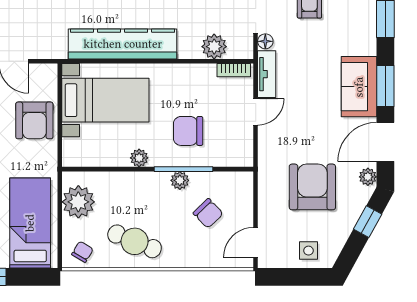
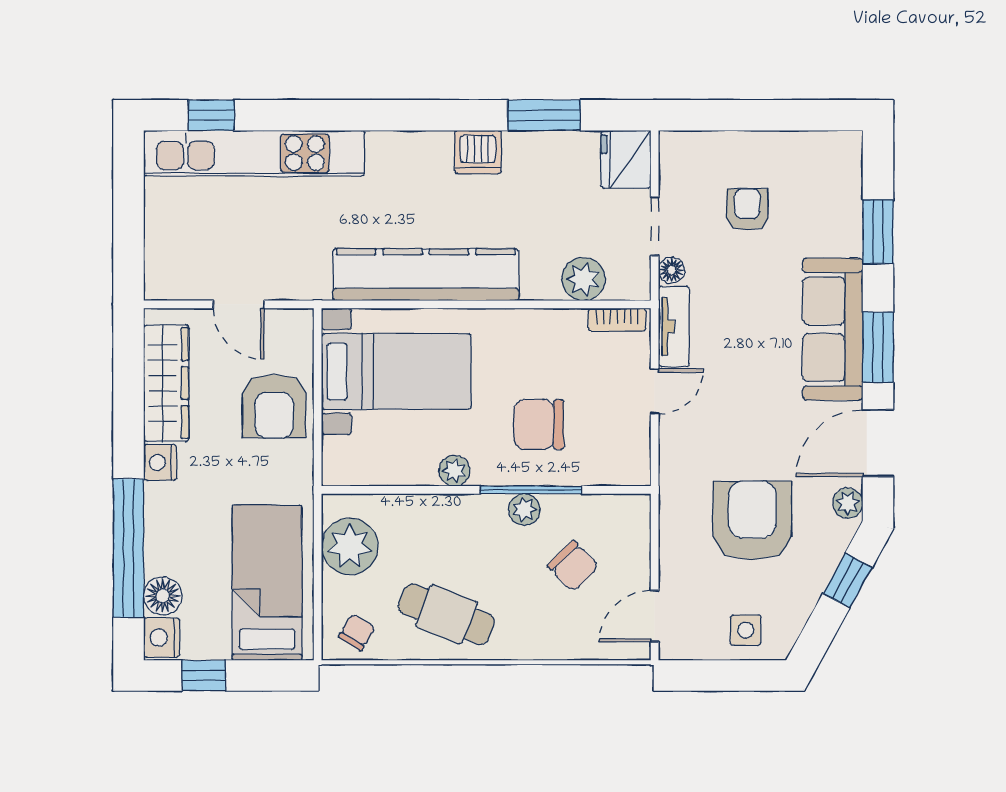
sofa: (359, 87) -> (833, 329), width x1.36

